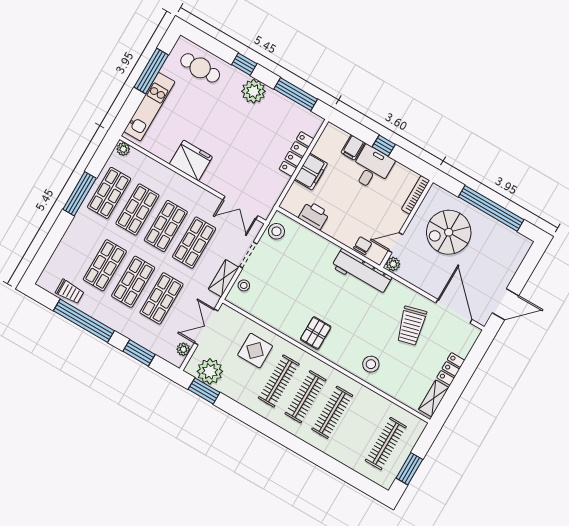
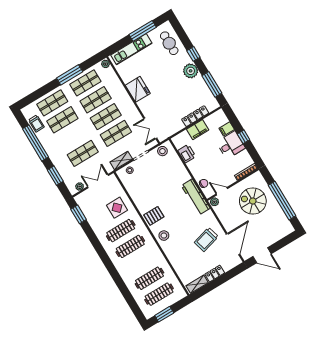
shop shelf: (133, 282) -> (52, 103), moved
stool: (371, 364) -> (164, 236), moved
plant: (210, 371) -> (87, 206), removed
clothes rail: (332, 412) -> (149, 278), moved

